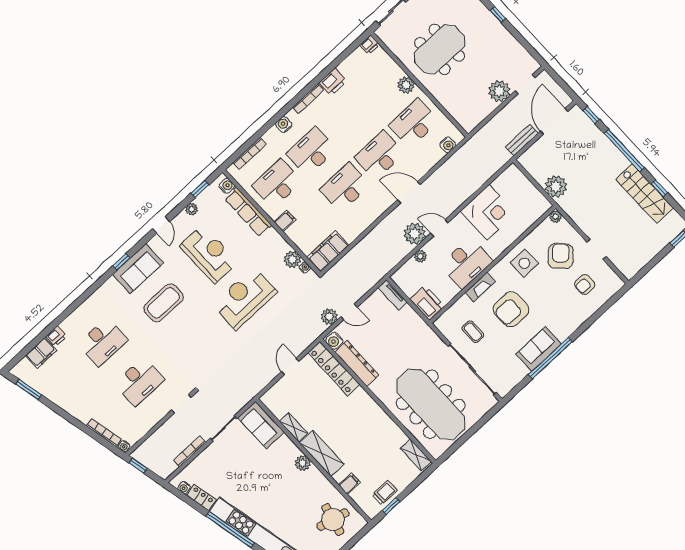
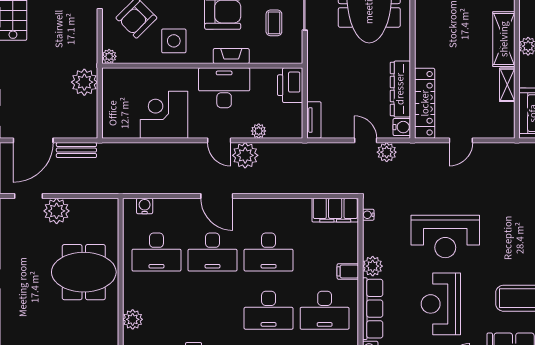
meeting table: (440, 49) -> (84, 272), moved
plant: (406, 85) -> (133, 319), moved
plant: (292, 259) -> (373, 266), moved

